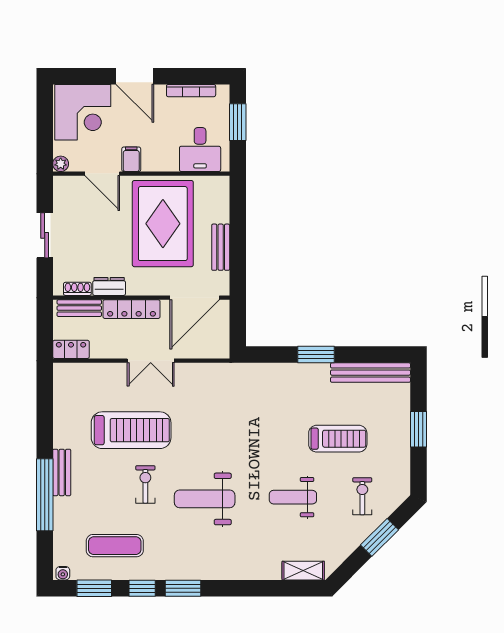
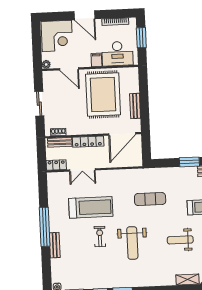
desk: (200, 150) -> (117, 54), width x1.37
filing cabinet: (131, 159) -> (96, 60), moved
dresser: (109, 286) -> (75, 130), removed
double door: (151, 361) -> (82, 170), moved
bench: (62, 472) -> (55, 245), moved
window: (45, 495) -> (45, 227), moved
weight bench: (205, 499) -> (132, 243), turned -90
exercise mat: (115, 546) -> (150, 199), moved

